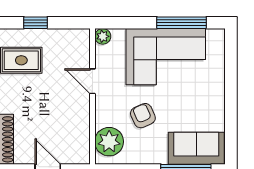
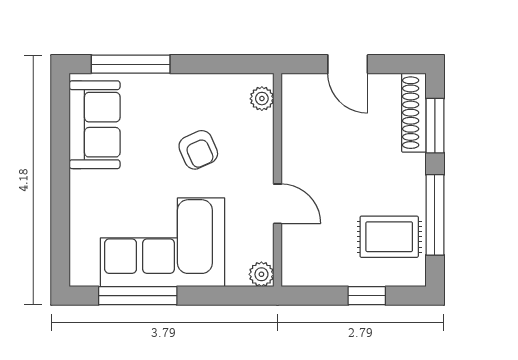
plant: (109, 142) -> (262, 99), width x0.53, depth x0.53
sofa: (196, 148) -> (95, 125), moved, turned -90

